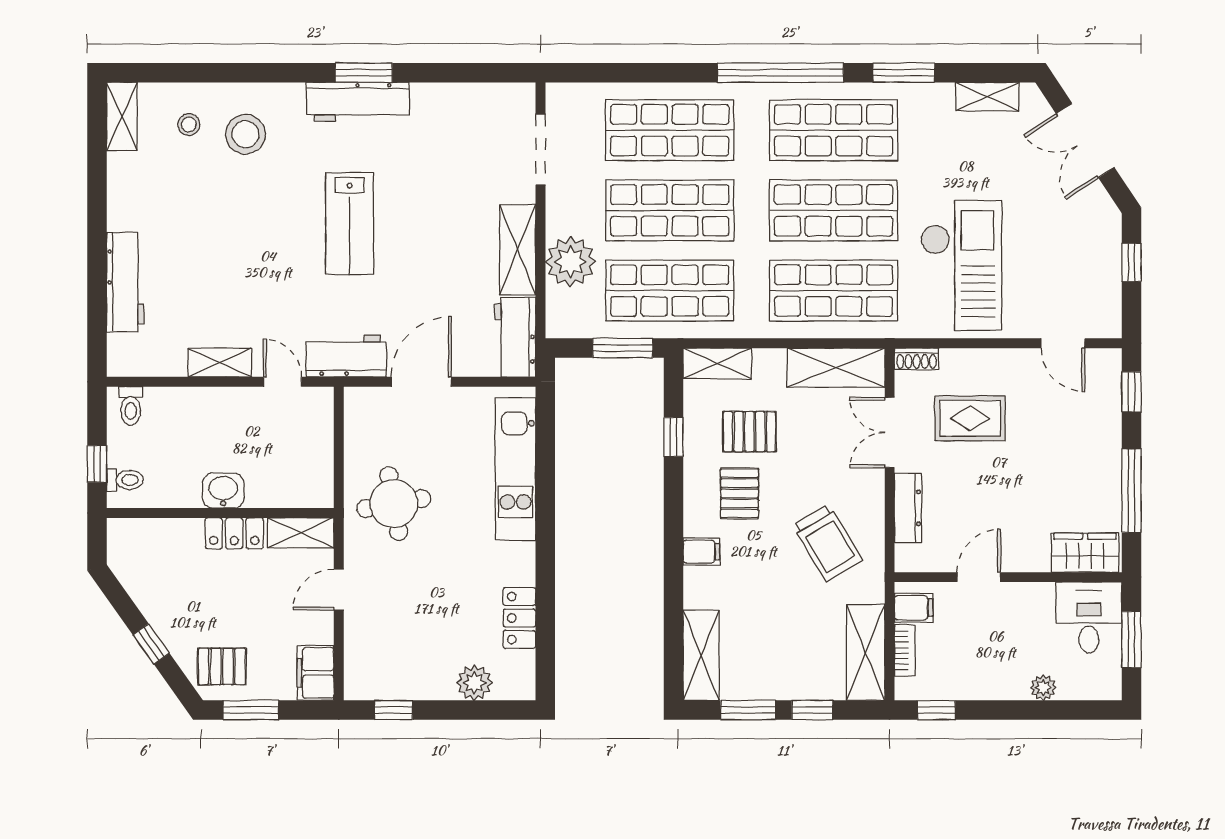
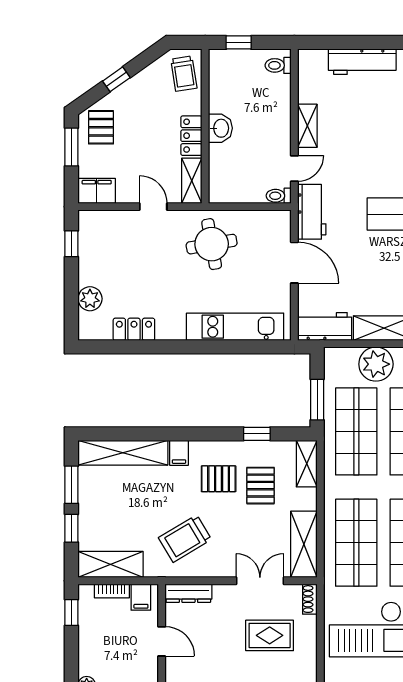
rug: (970, 418) -> (270, 635), turned 90
toilet: (125, 480) -> (279, 196), moved, turned 90
dresser: (908, 508) -> (188, 593), moved
trolley: (143, 544) -> (184, 74), added
shelving: (701, 655) -> (123, 453), width x1.47

